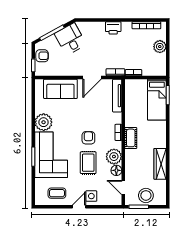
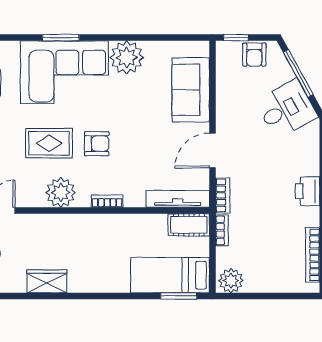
plant: (160, 47) -> (231, 281), moved
door: (92, 78) -> (212, 151), hinge flipped
cot: (131, 138) -> (189, 225), moved
wardrobe: (160, 164) -> (47, 281), width x0.67
floor lamp: (116, 170) -> (34, 197), removed

